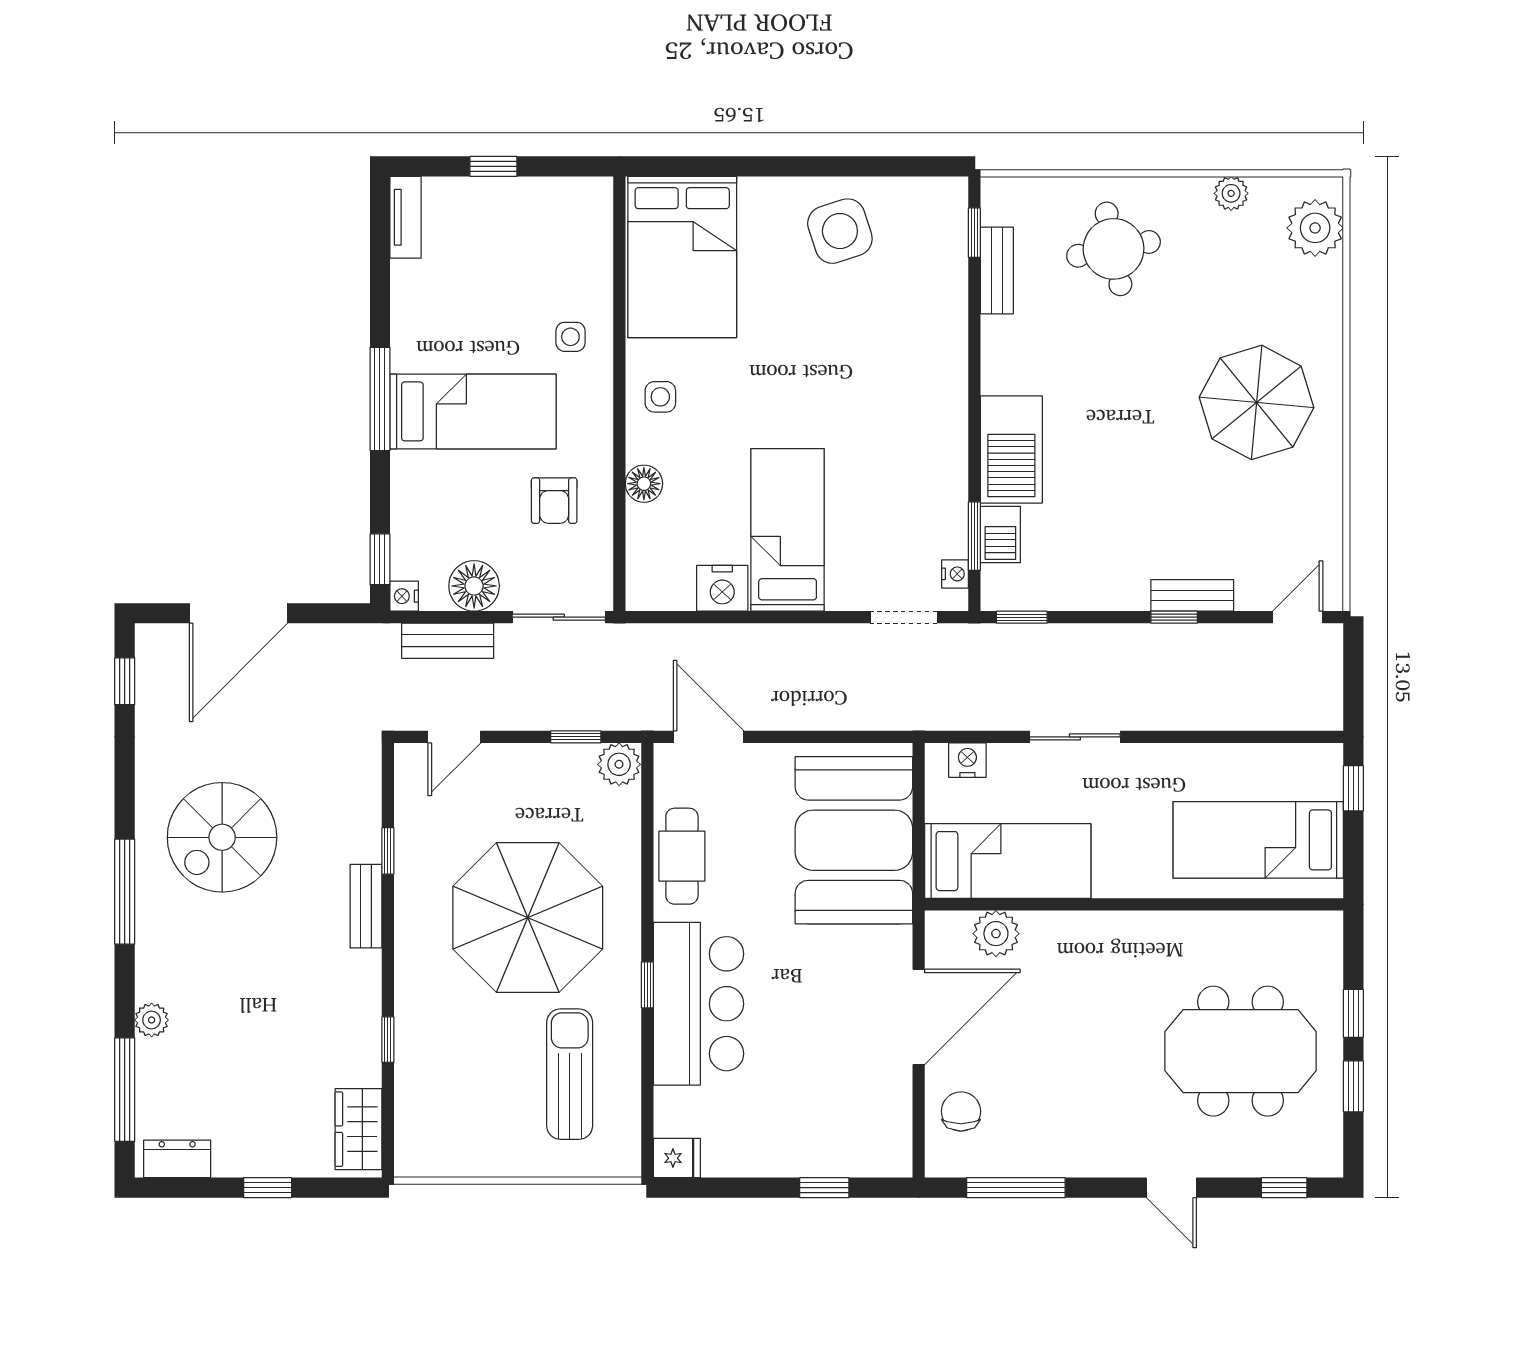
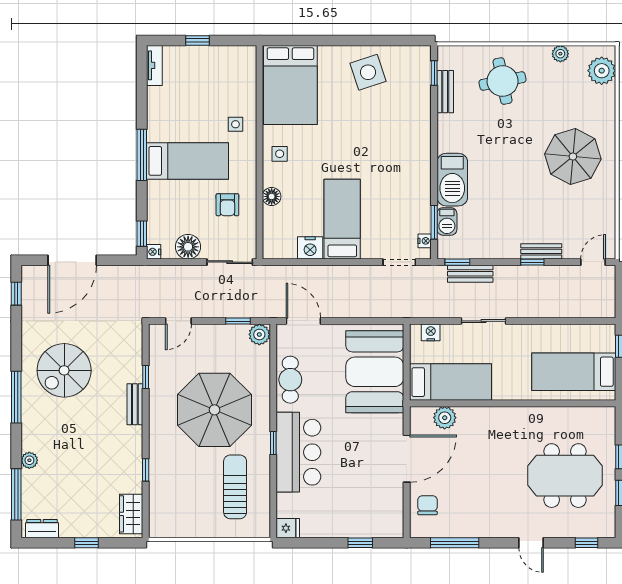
bench: (448, 641) -> (470, 274), moved

